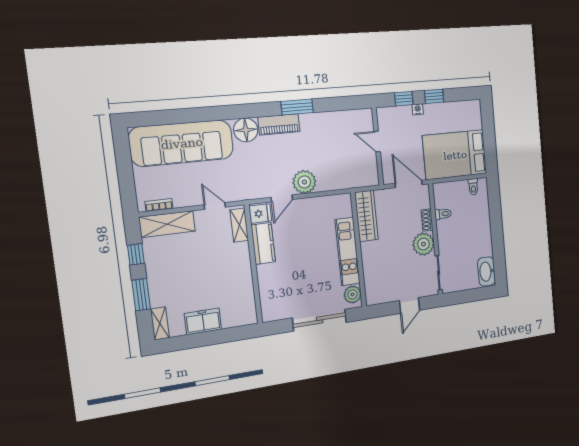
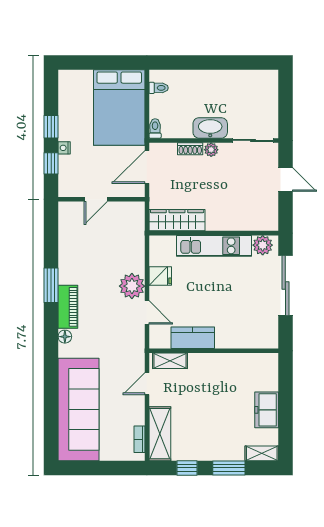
floor lamp: (246, 130) -> (65, 337), width x0.53, depth x0.53
fridge: (260, 214) -> (160, 276), moved, turned 90
toilet: (443, 214) -> (155, 128), moved
plant: (423, 244) -> (211, 150), width x0.53, depth x0.53
washbasin: (487, 271) -> (210, 128), moved, turned 180

